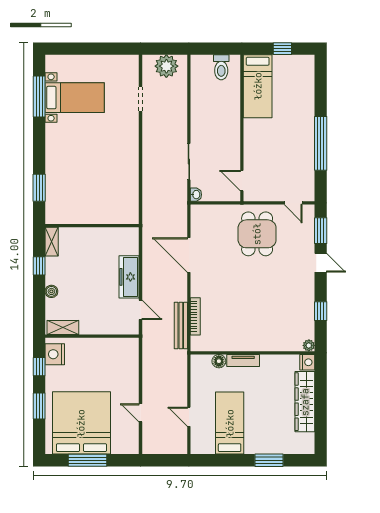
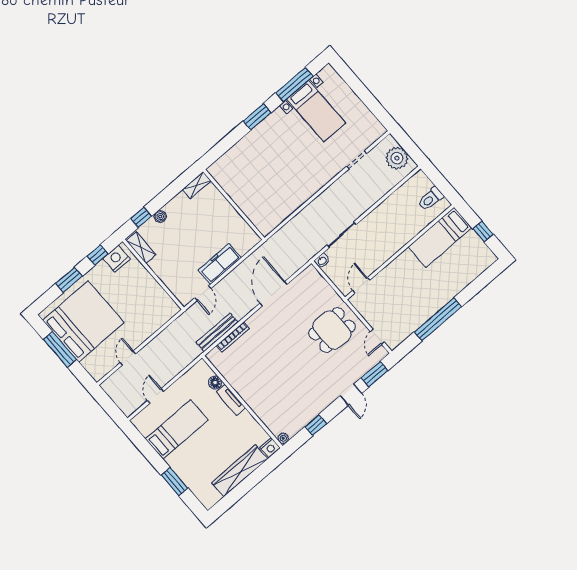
window: (39, 188) -> (257, 117), moved
window: (39, 266) -> (141, 217), moved

